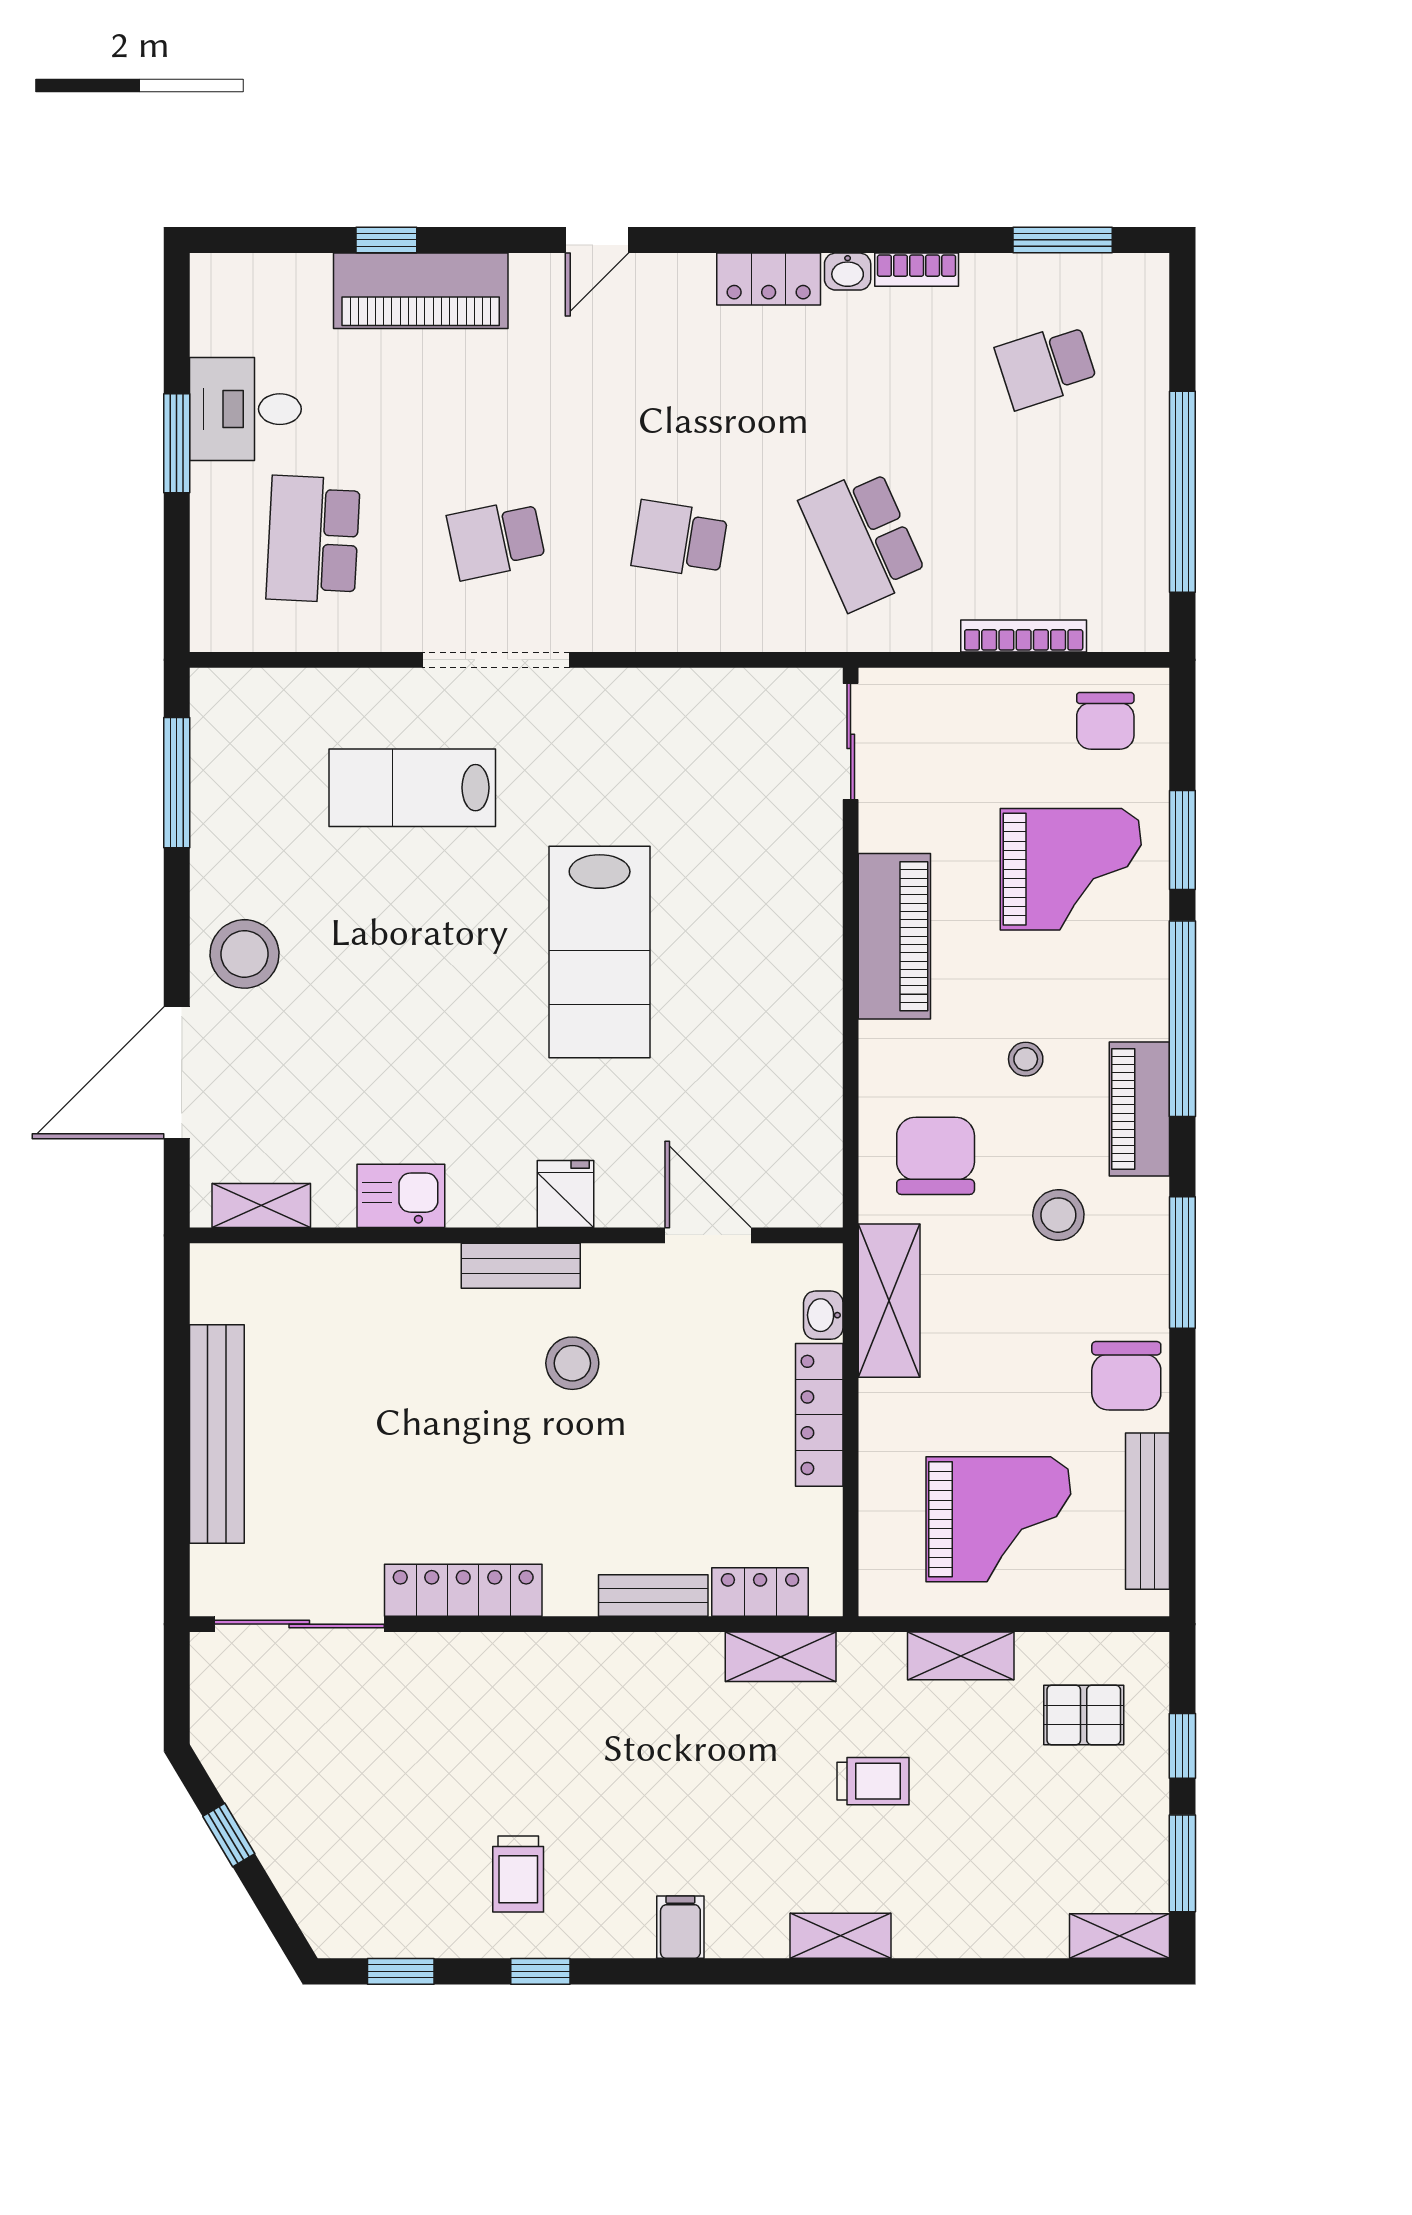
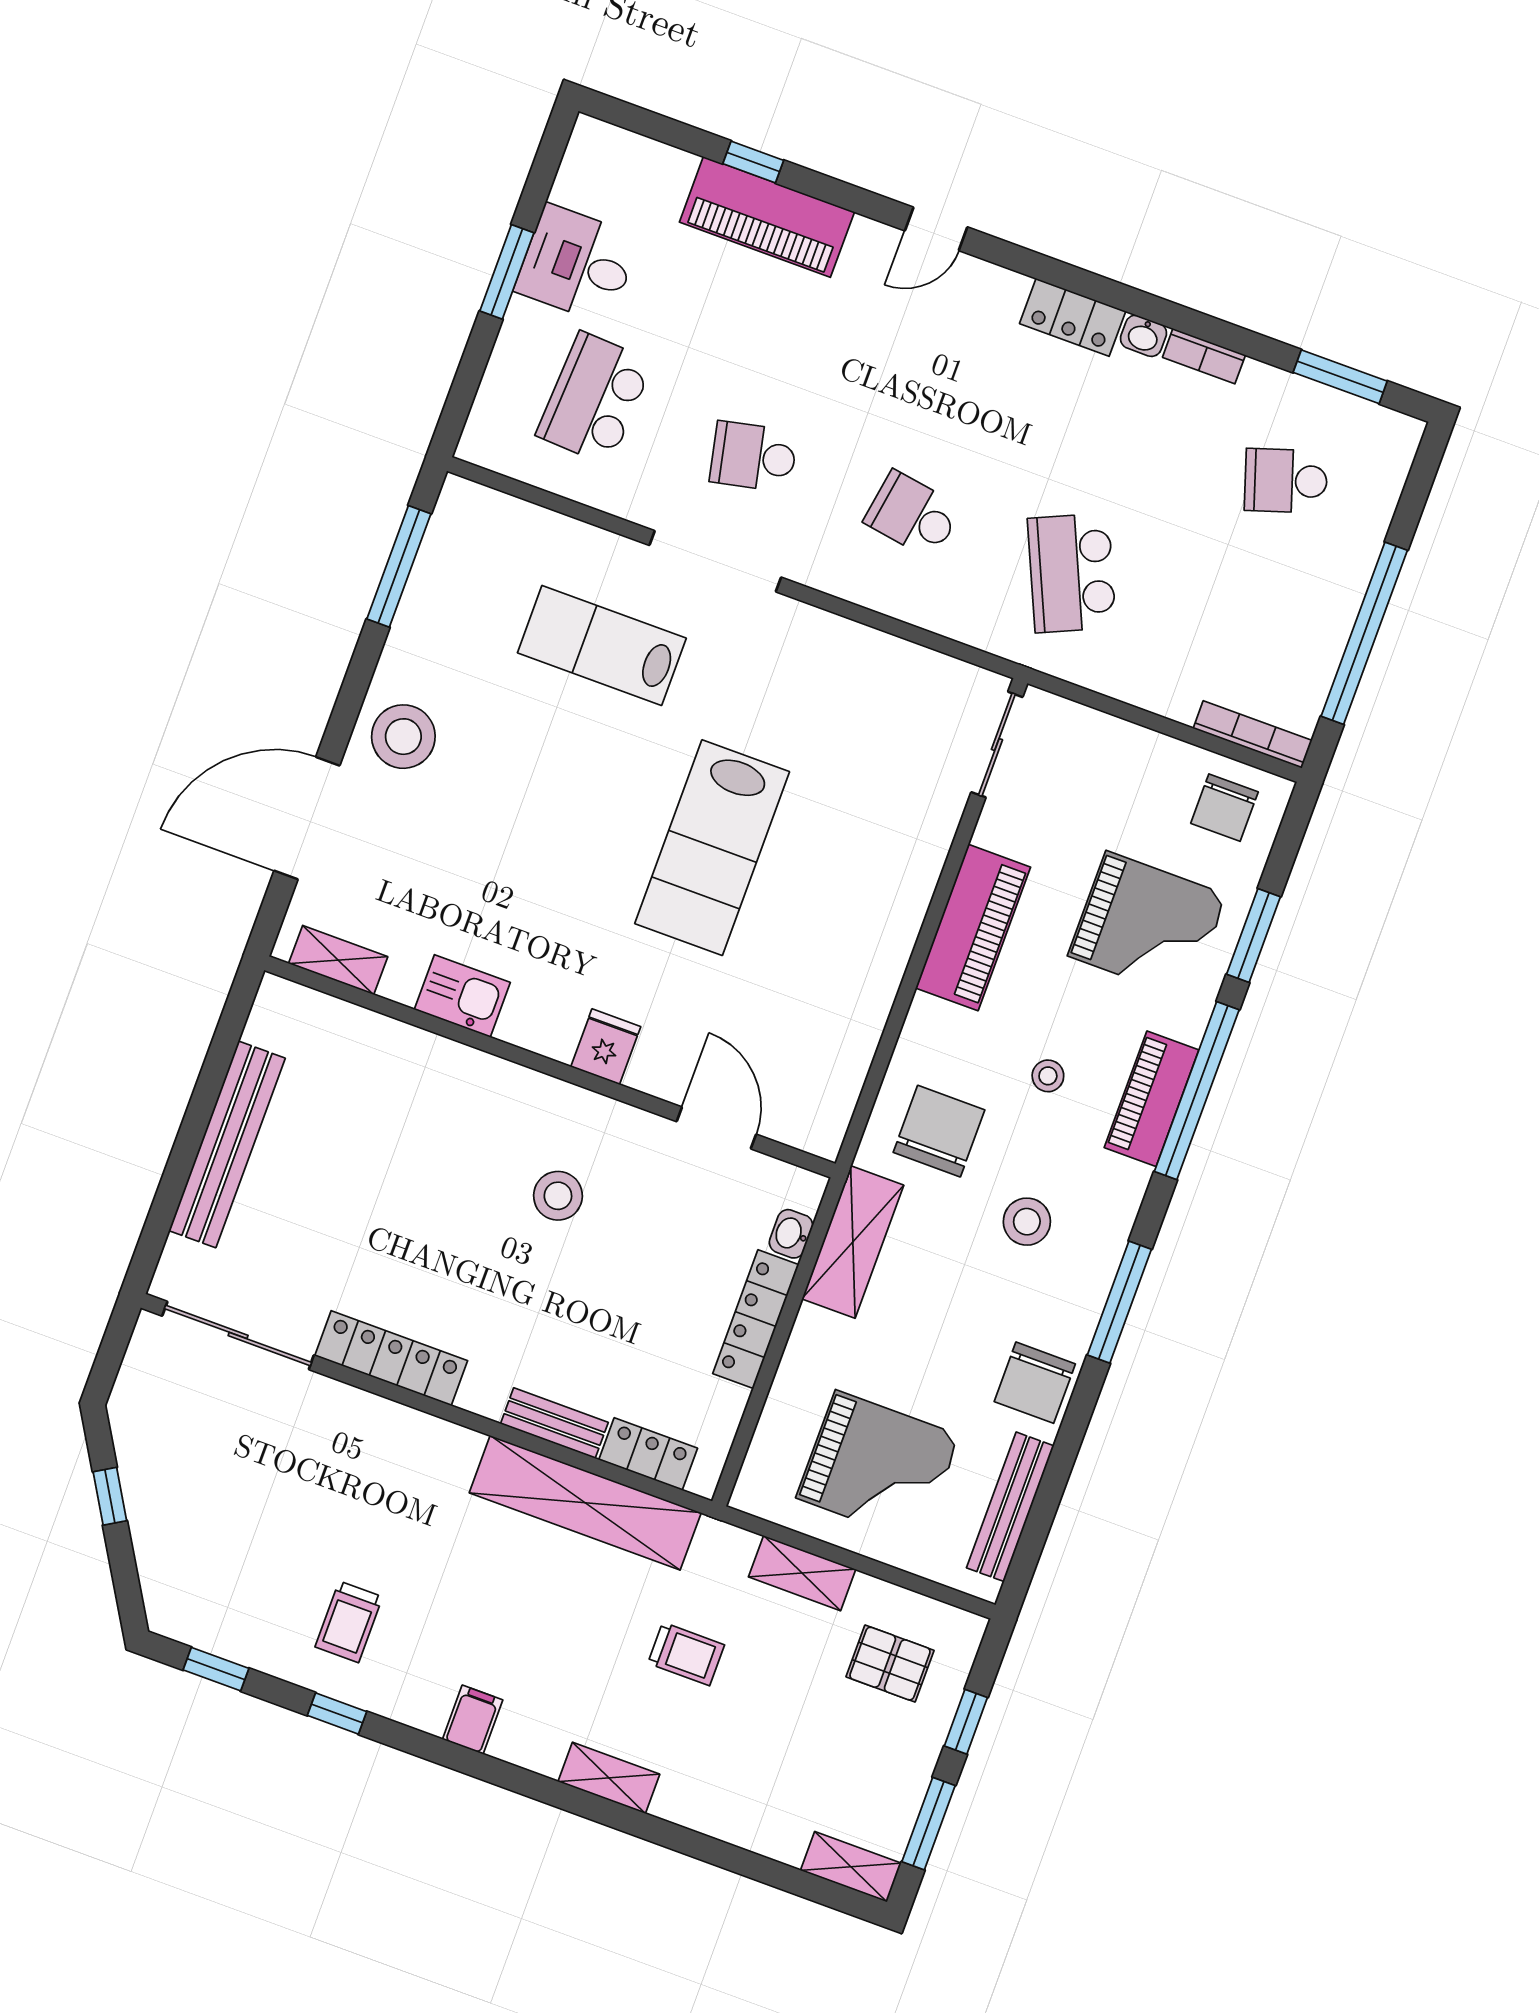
bookcase: (1024, 636) -> (1253, 734), moved
piano: (1139, 1109) -> (1151, 1099), moved
bench: (521, 1266) -> (544, 1095), removed
shelving: (781, 1657) -> (585, 1503), width x2.20, depth x1.33

